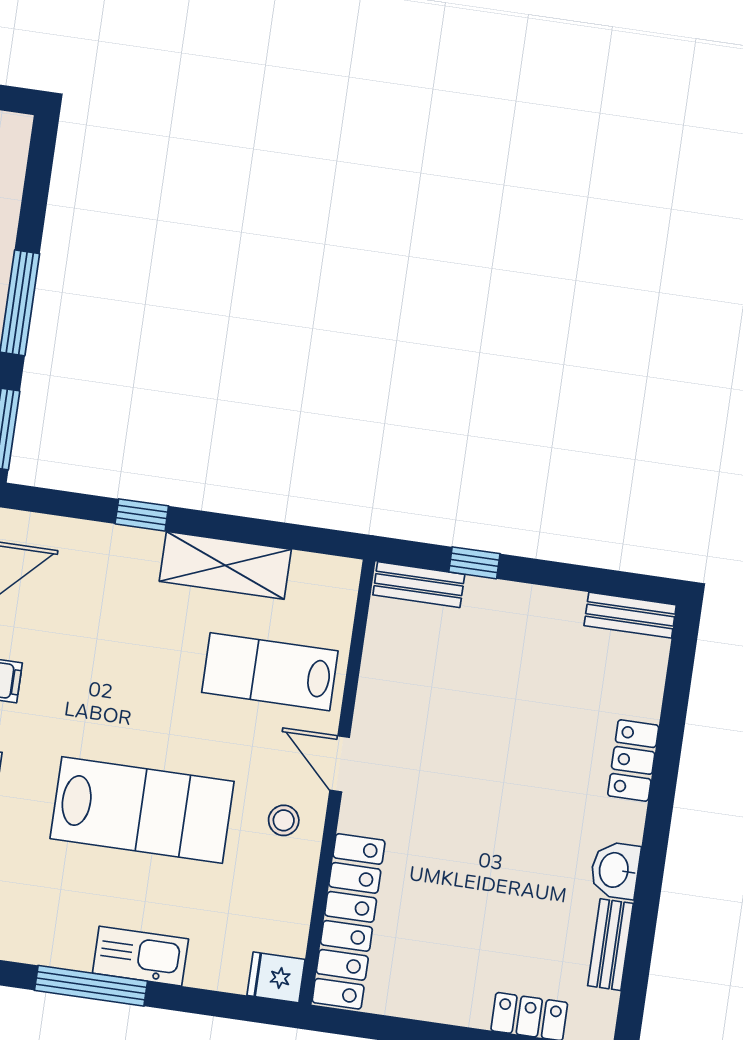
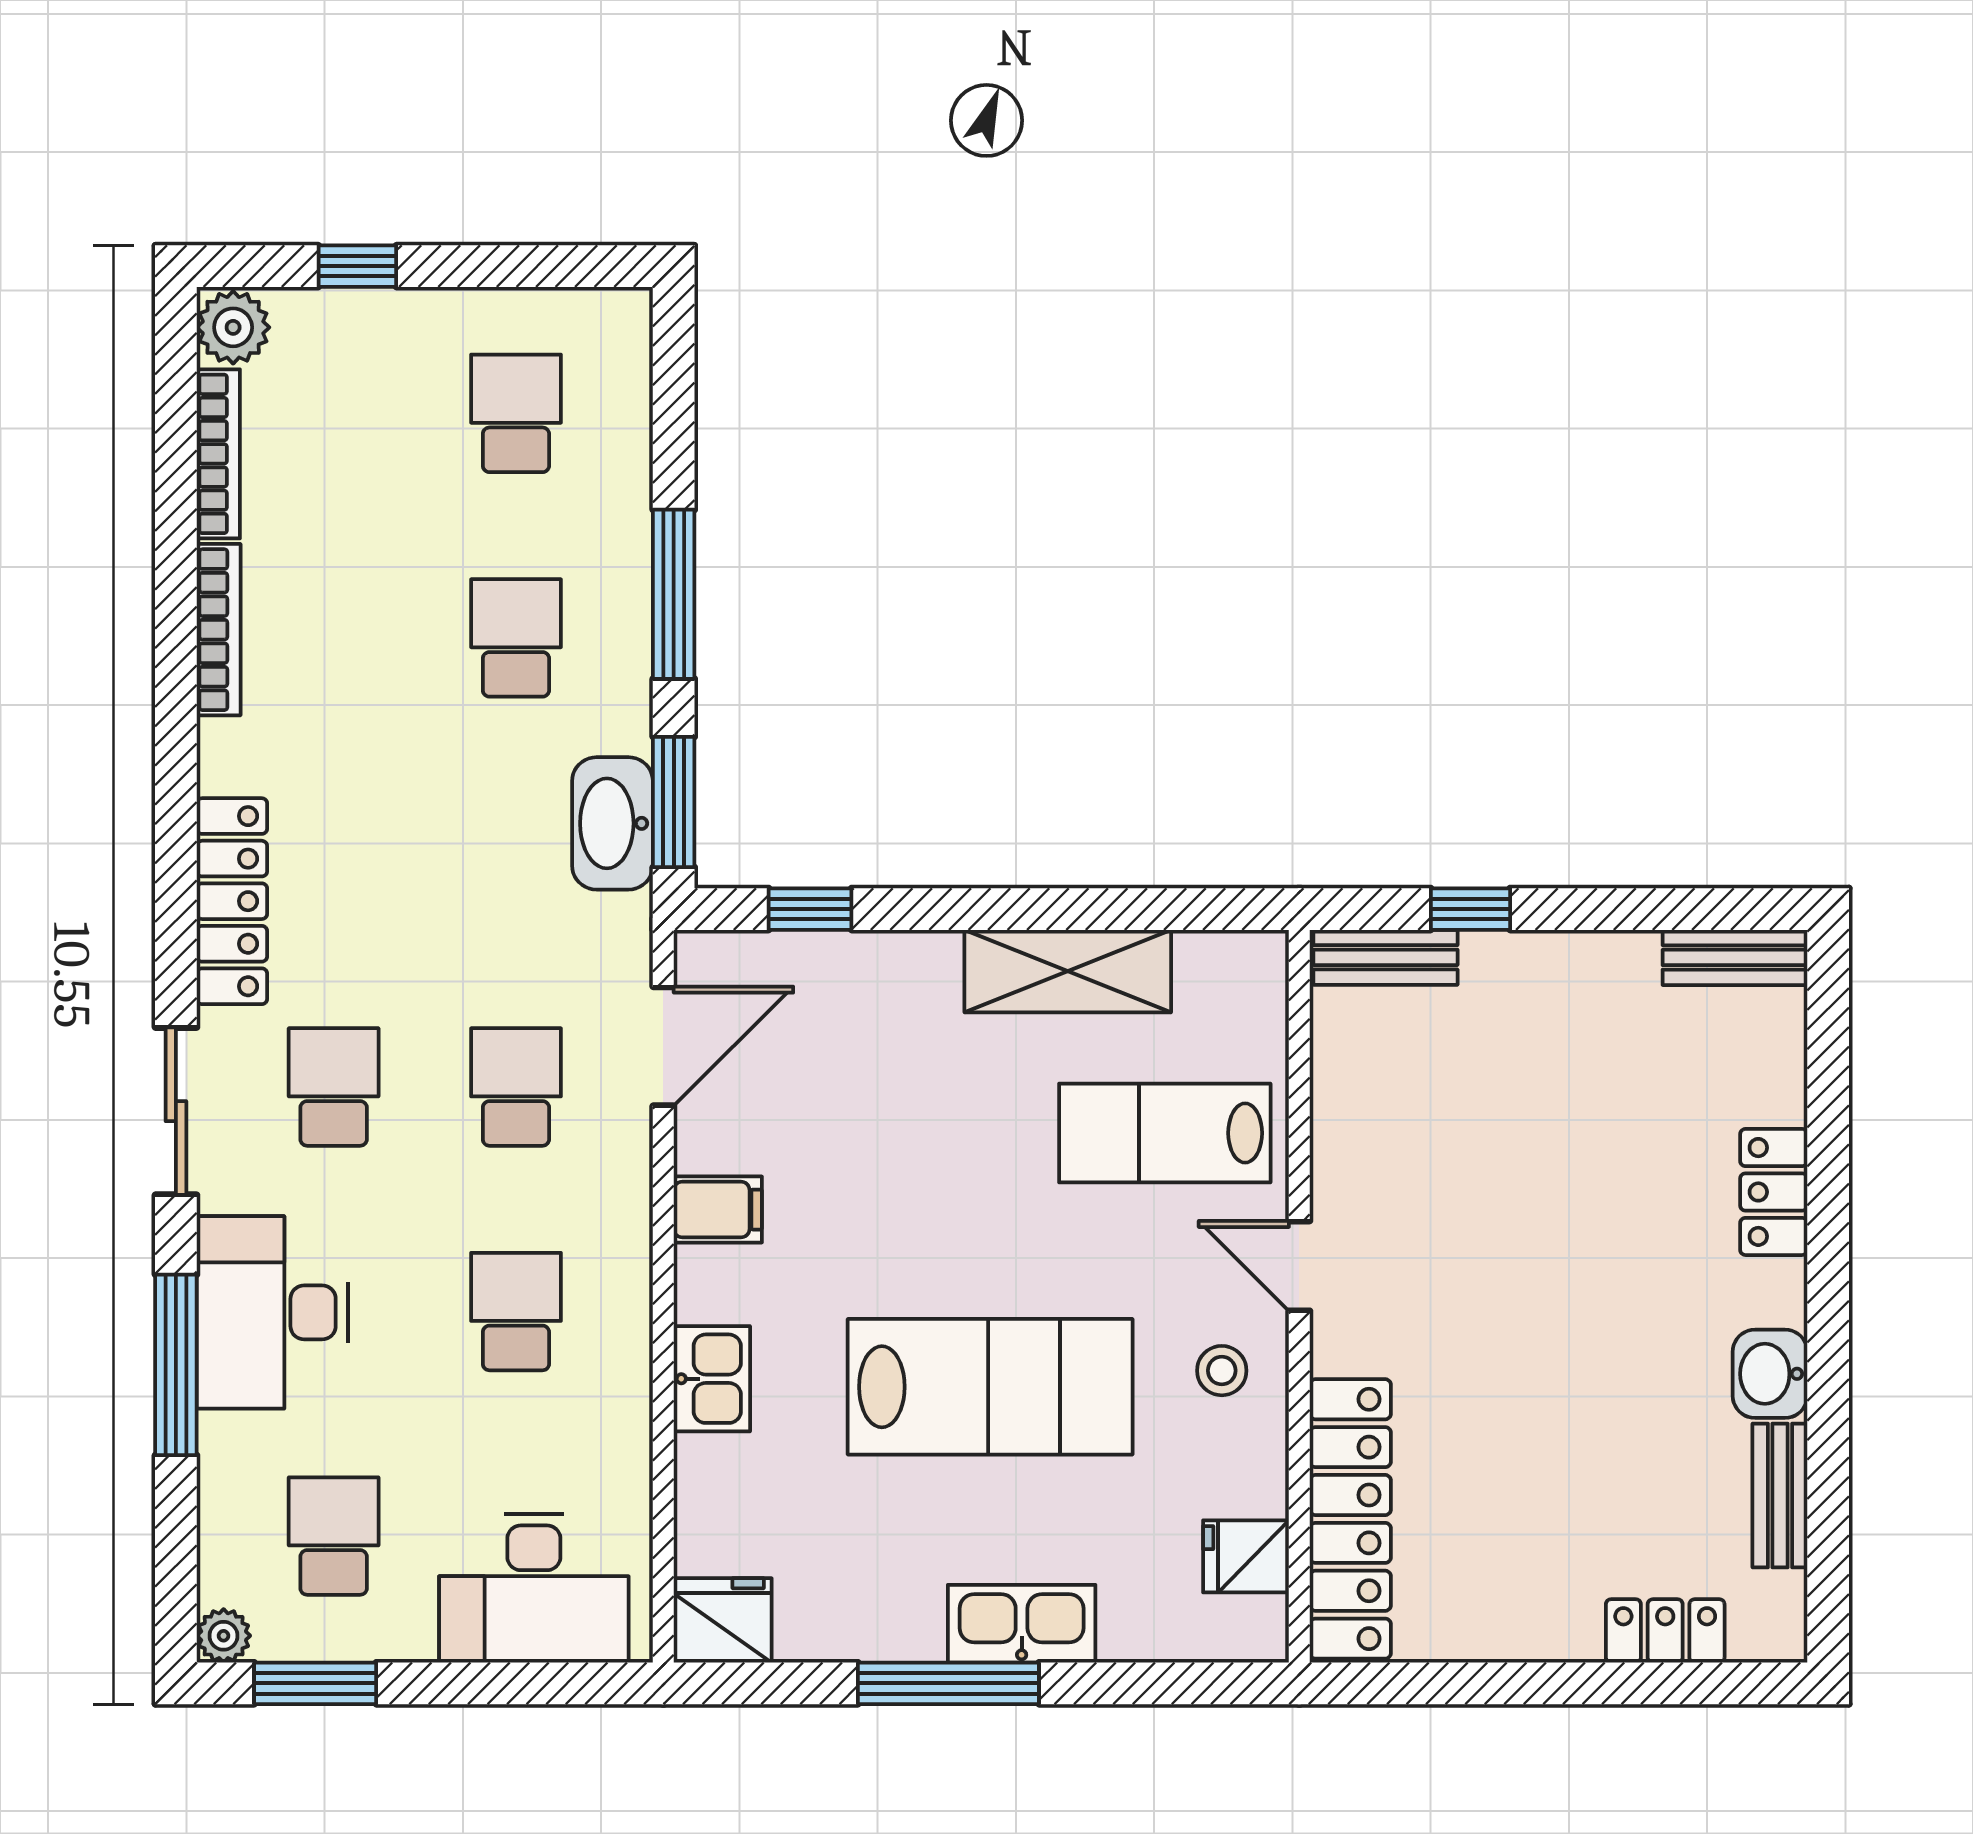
window: (142, 515) -> (810, 909), moved
fridge: (276, 977) -> (1246, 1556), moved

